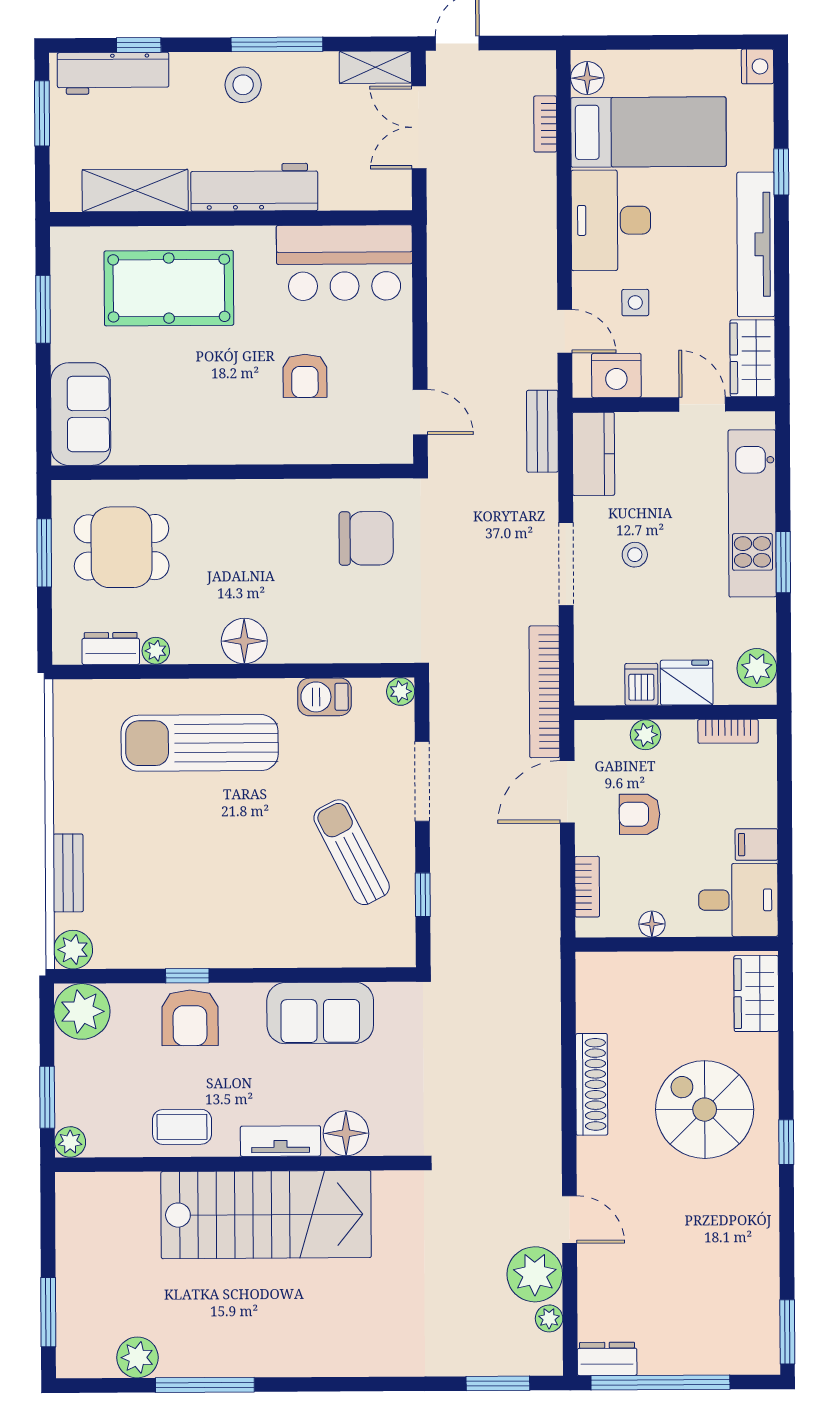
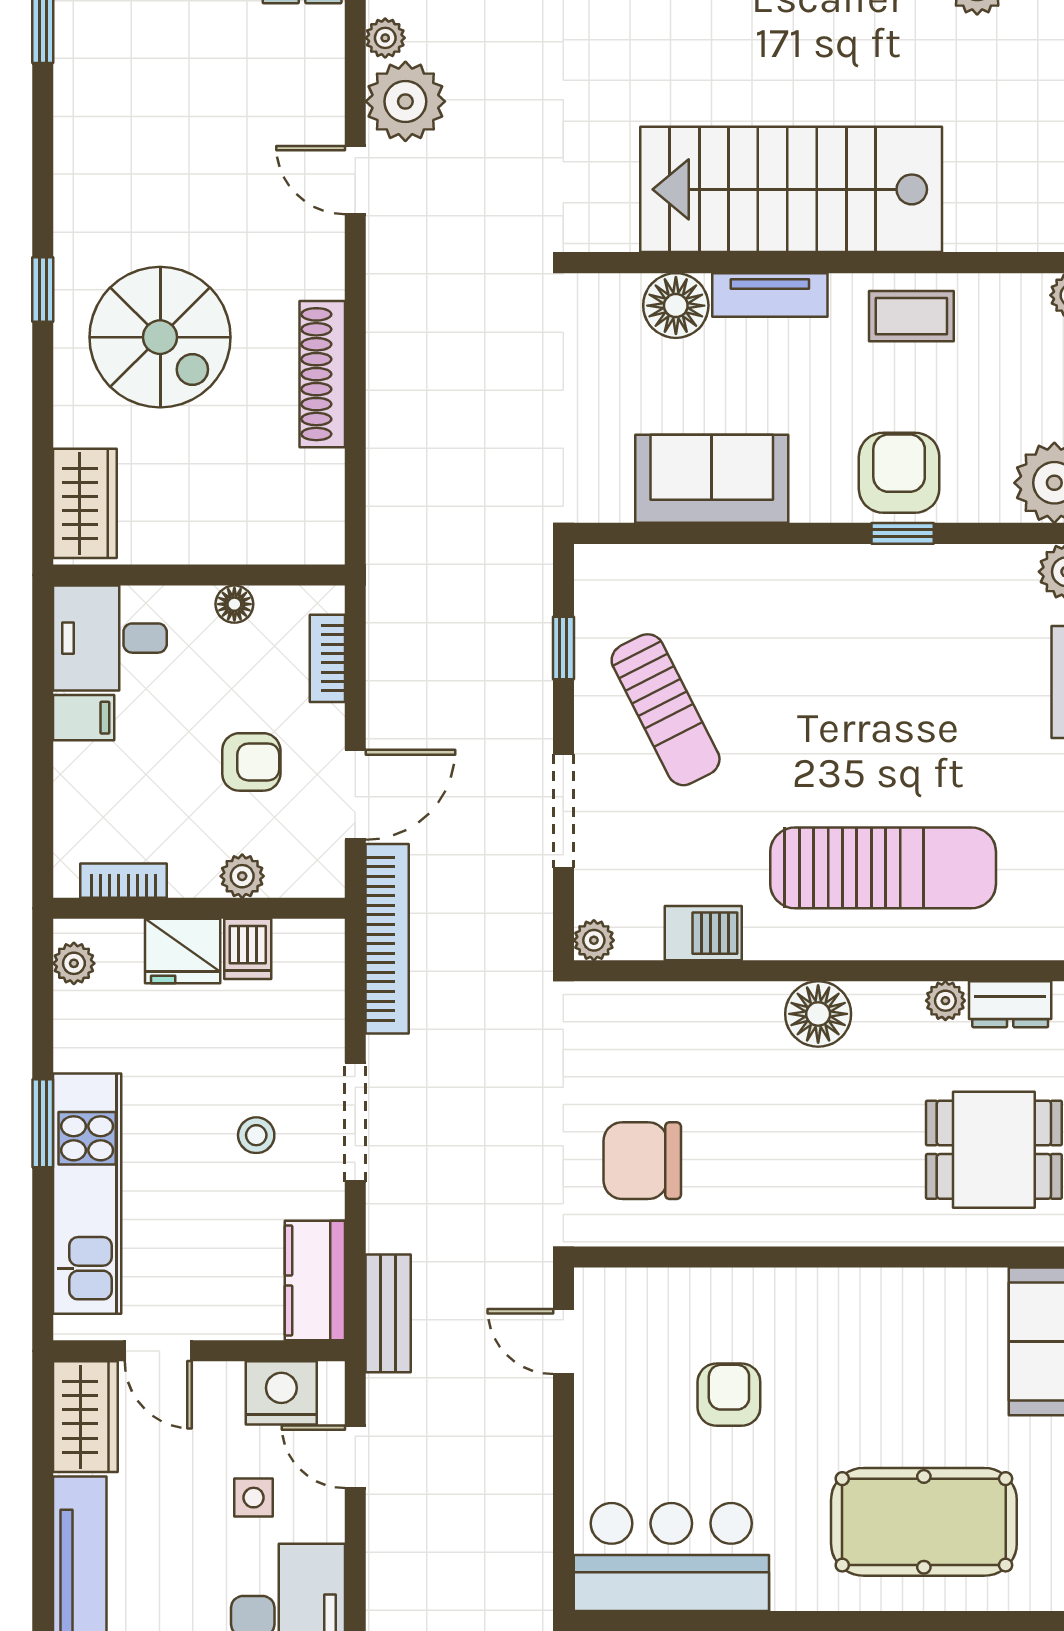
plant: (757, 668) -> (74, 963), width x0.73, depth x0.73

